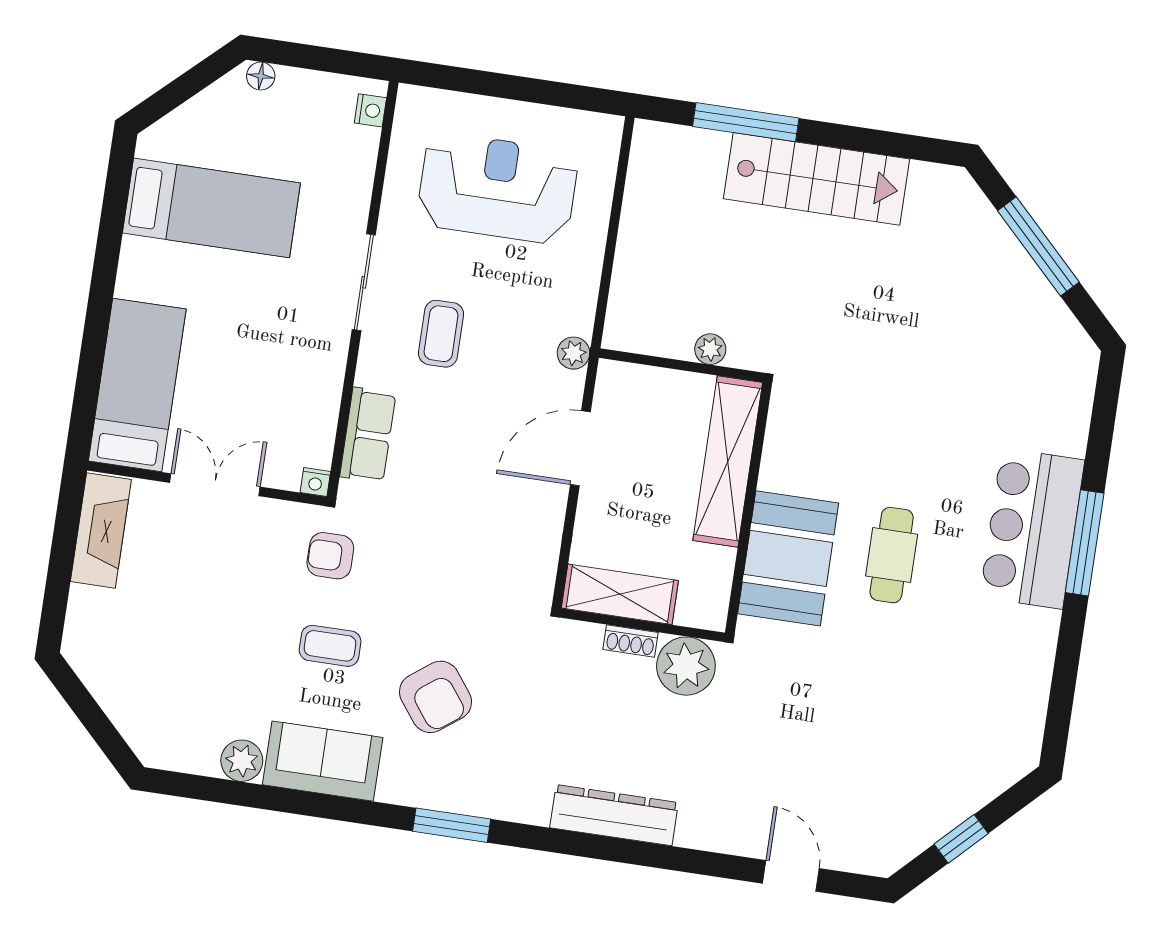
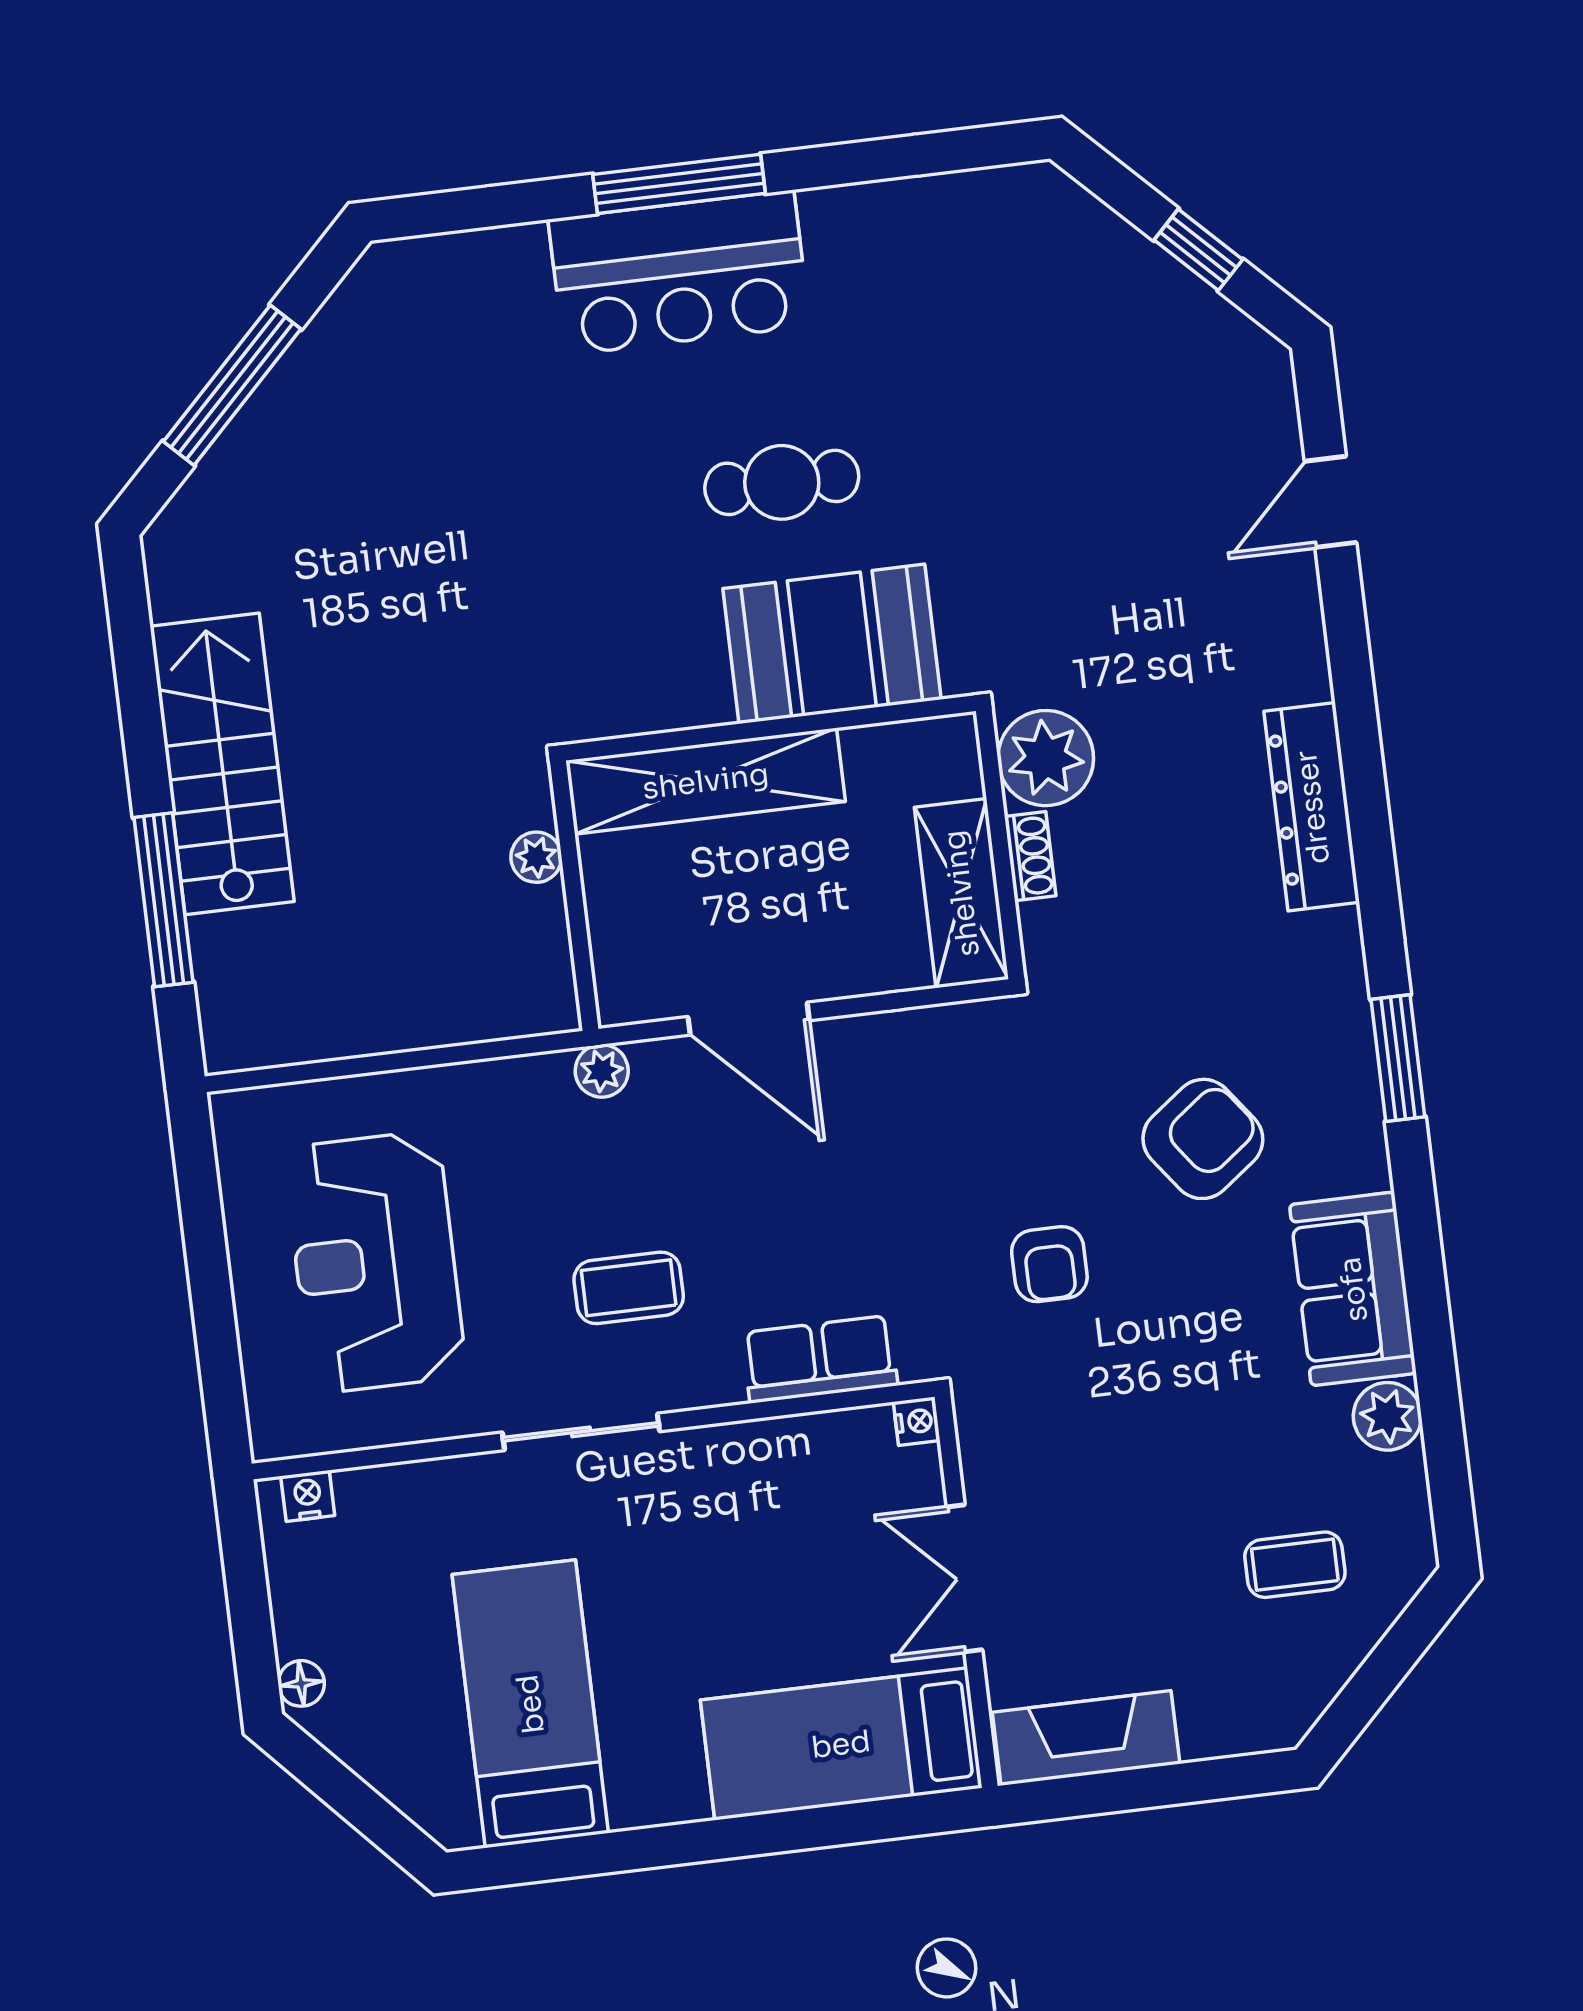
armchair: (330, 556) -> (1049, 1264), moved
coffee table: (330, 646) -> (1295, 1565), moved, turned 90

